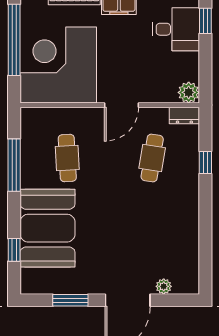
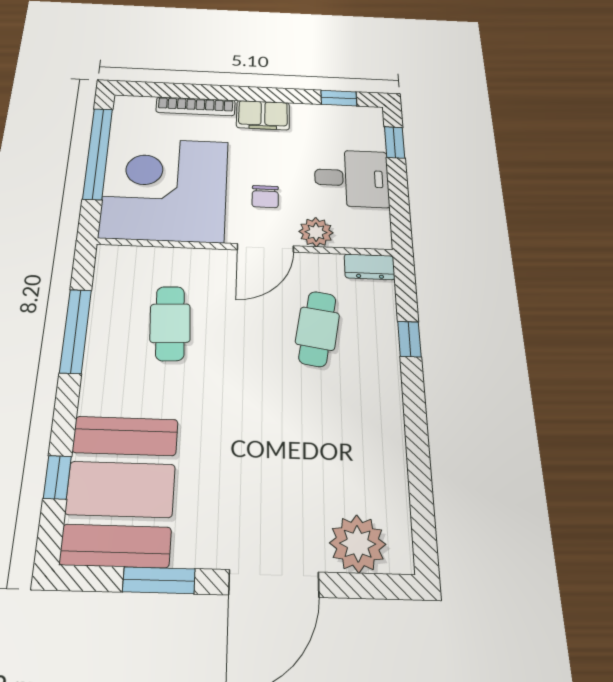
desk: (176, 29) -> (352, 178), moved
chair: (121, 68) -> (265, 197), added
plant: (189, 92) -> (316, 232), moved
booth: (48, 228) -> (121, 489), moved
plant: (164, 286) -> (358, 544), width x1.88, depth x1.88

